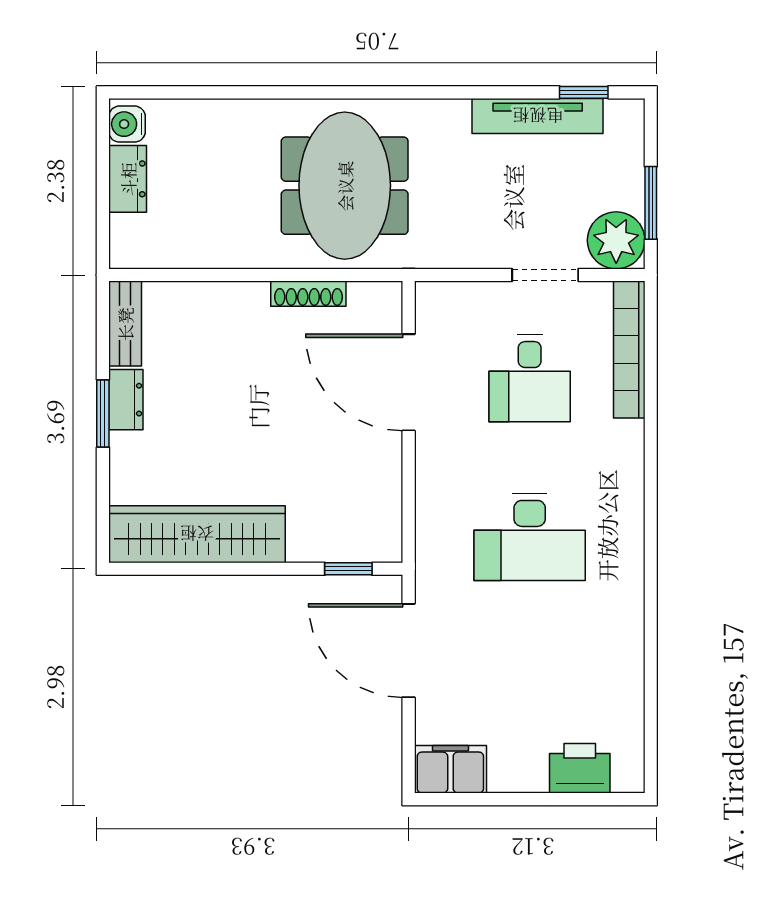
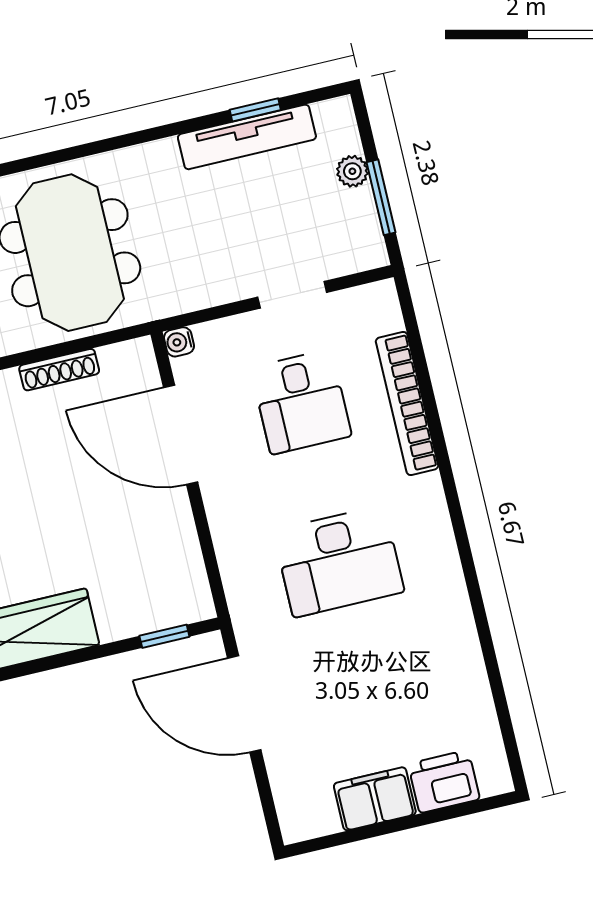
window: (584, 92) -> (255, 110), moved
plant: (616, 240) -> (352, 171), moved, width x0.53, depth x0.53
water cooler: (428, 294) -> (179, 342), added
bookcase: (629, 350) -> (407, 404), moved
filing cabinet: (450, 769) -> (375, 799), moved

